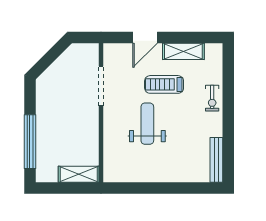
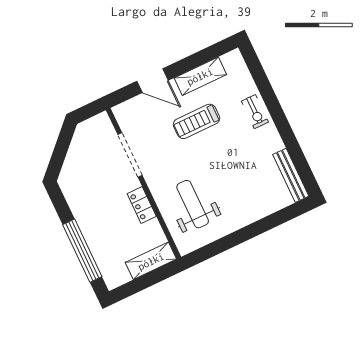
door: (145, 37) -> (152, 81), hinge flipped
weight bench: (147, 124) -> (193, 204), moved
locker: (92, 128) -> (142, 205), added

